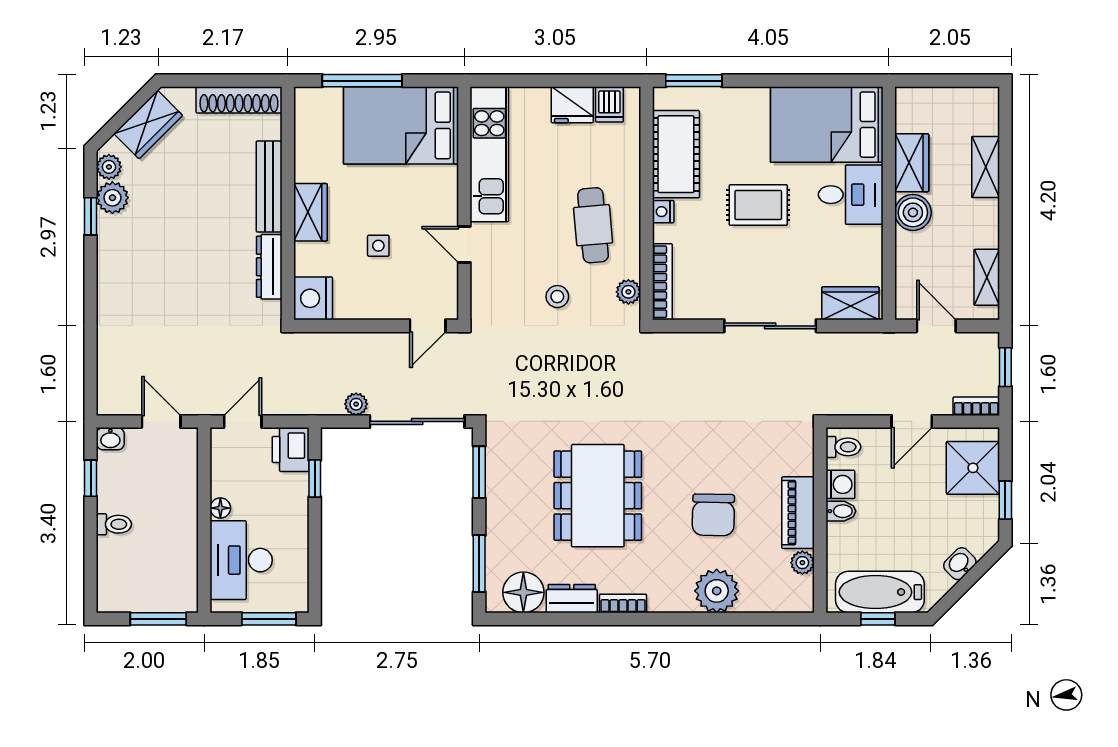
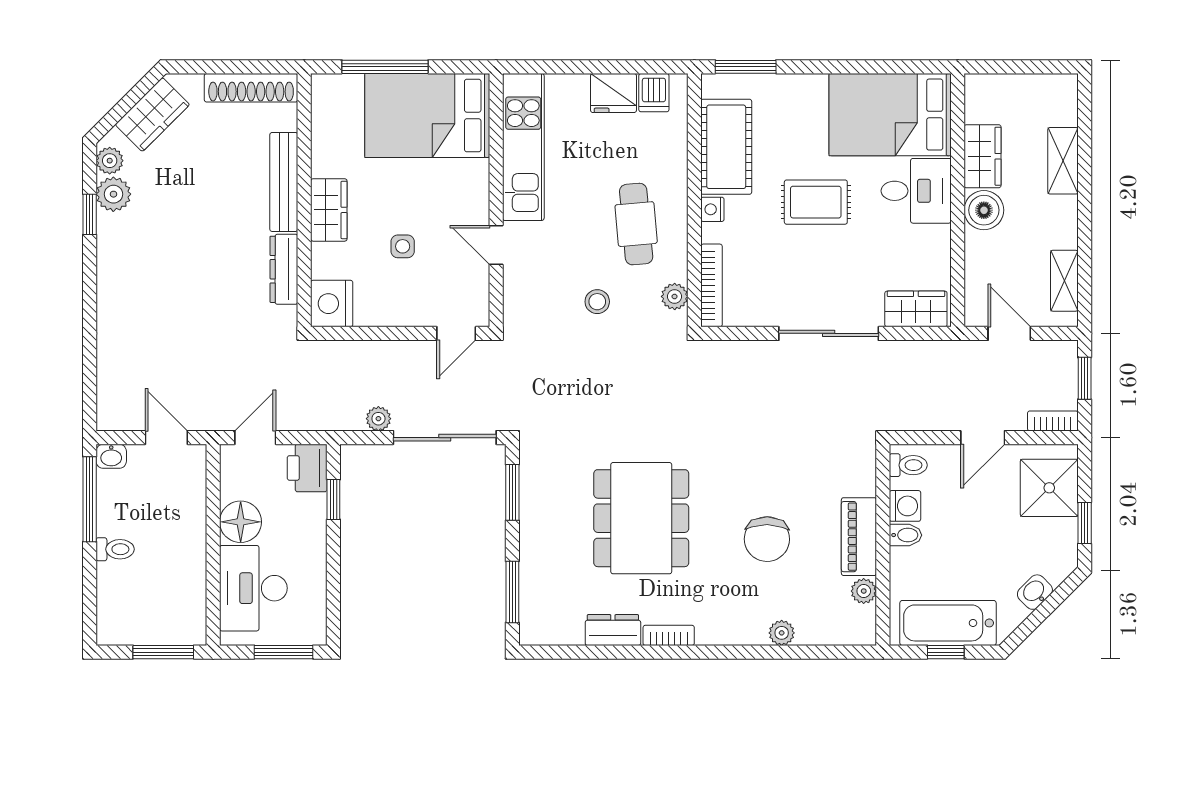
window: (91, 478) -> (90, 499), width x2.17
floor lamp: (220, 508) -> (241, 522), width x1.89, depth x1.89
plant: (717, 591) -> (782, 633), width x0.53, depth x0.53
floor lamp: (523, 592) -> (560, 623), removed

